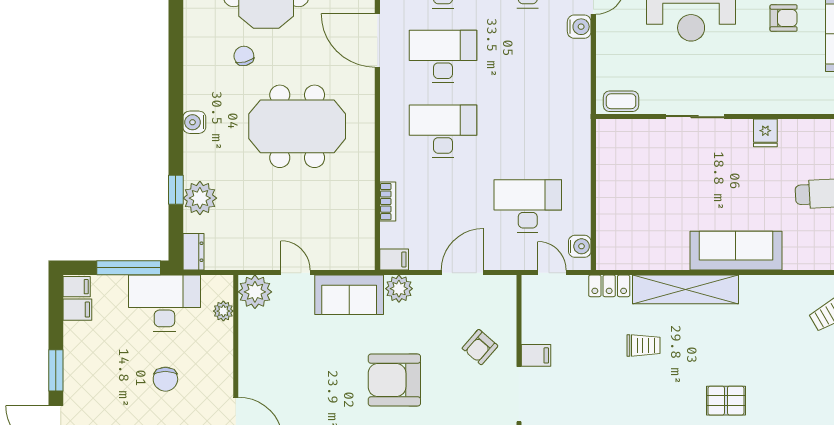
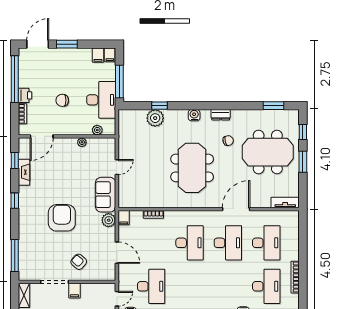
dresser: (193, 252) -> (221, 115), moved
plant: (255, 292) -> (82, 142), moved, width x0.53, depth x0.53

